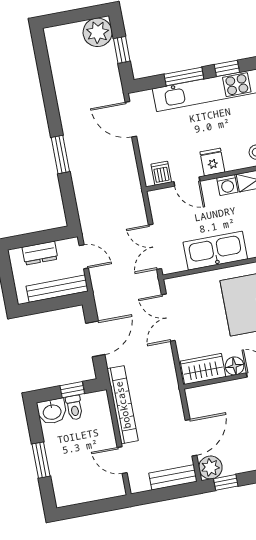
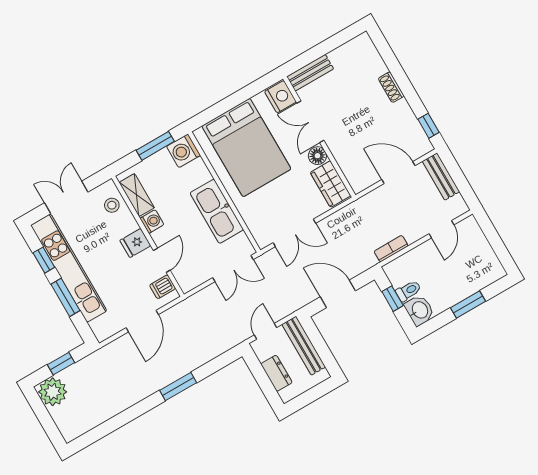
door: (131, 119) -> (142, 321), moved
bookcase: (123, 405) -> (391, 249), width x0.43, depth x0.76
plant: (210, 467) -> (420, 145), removed

